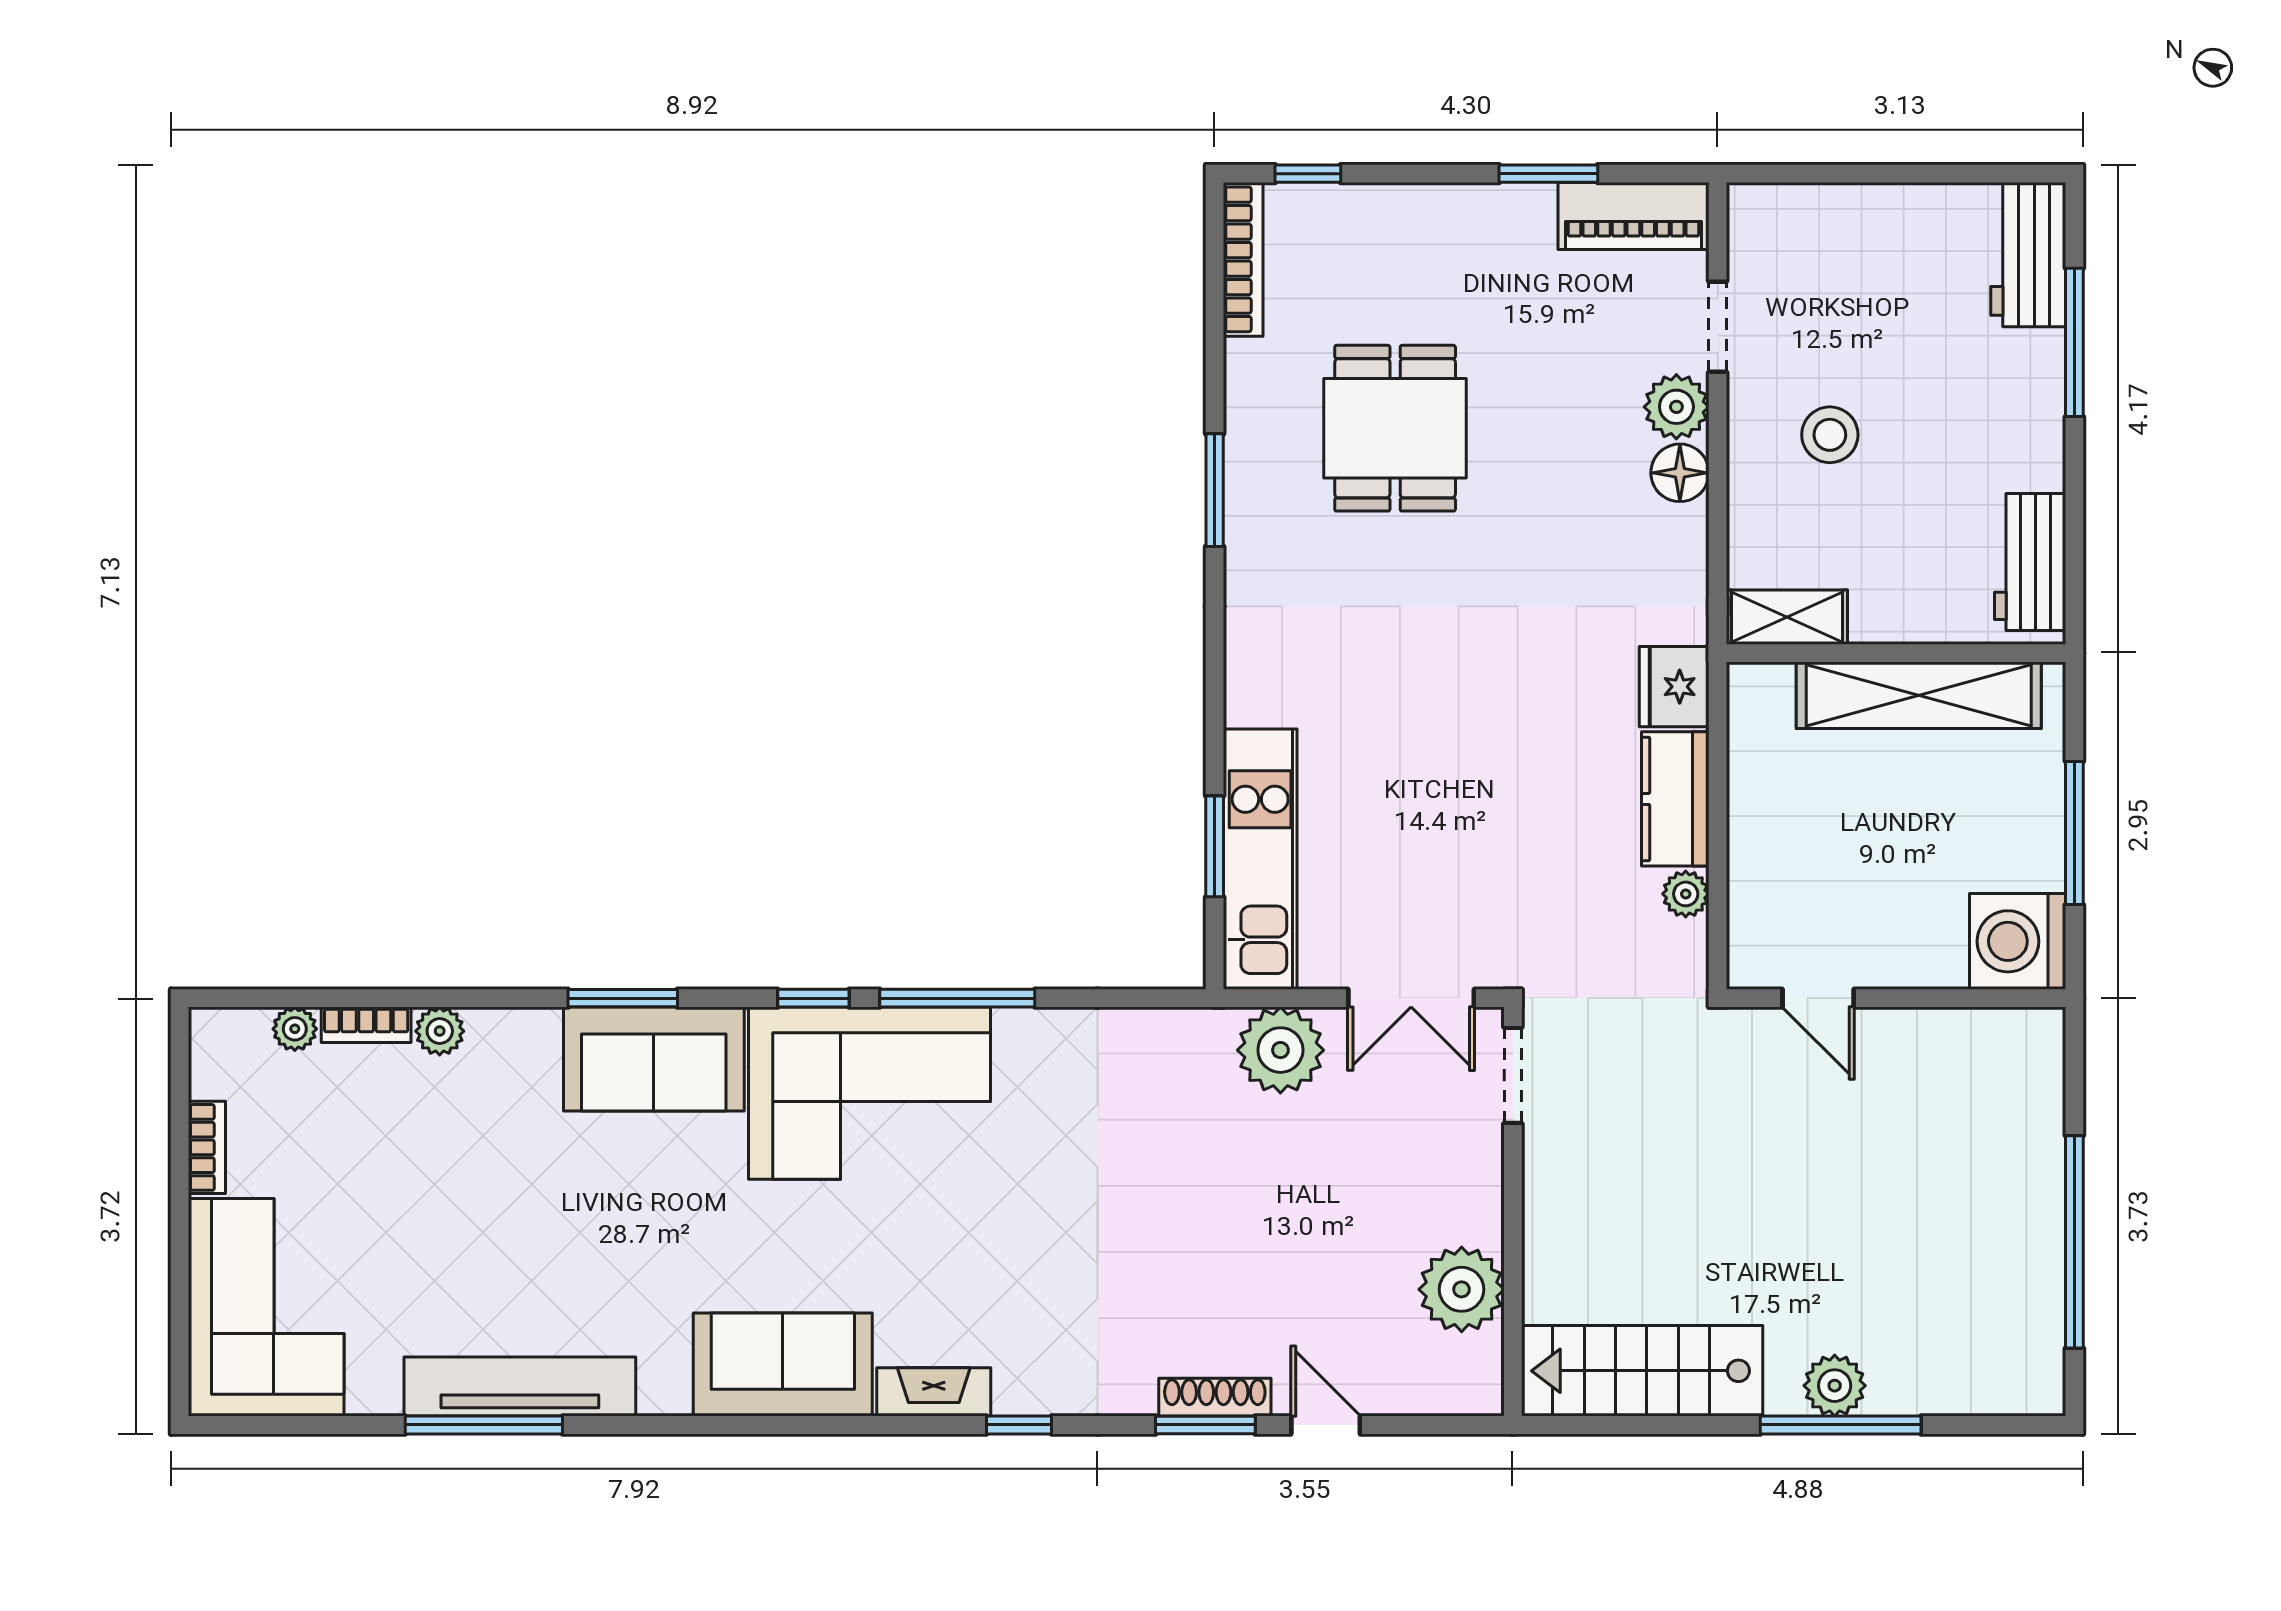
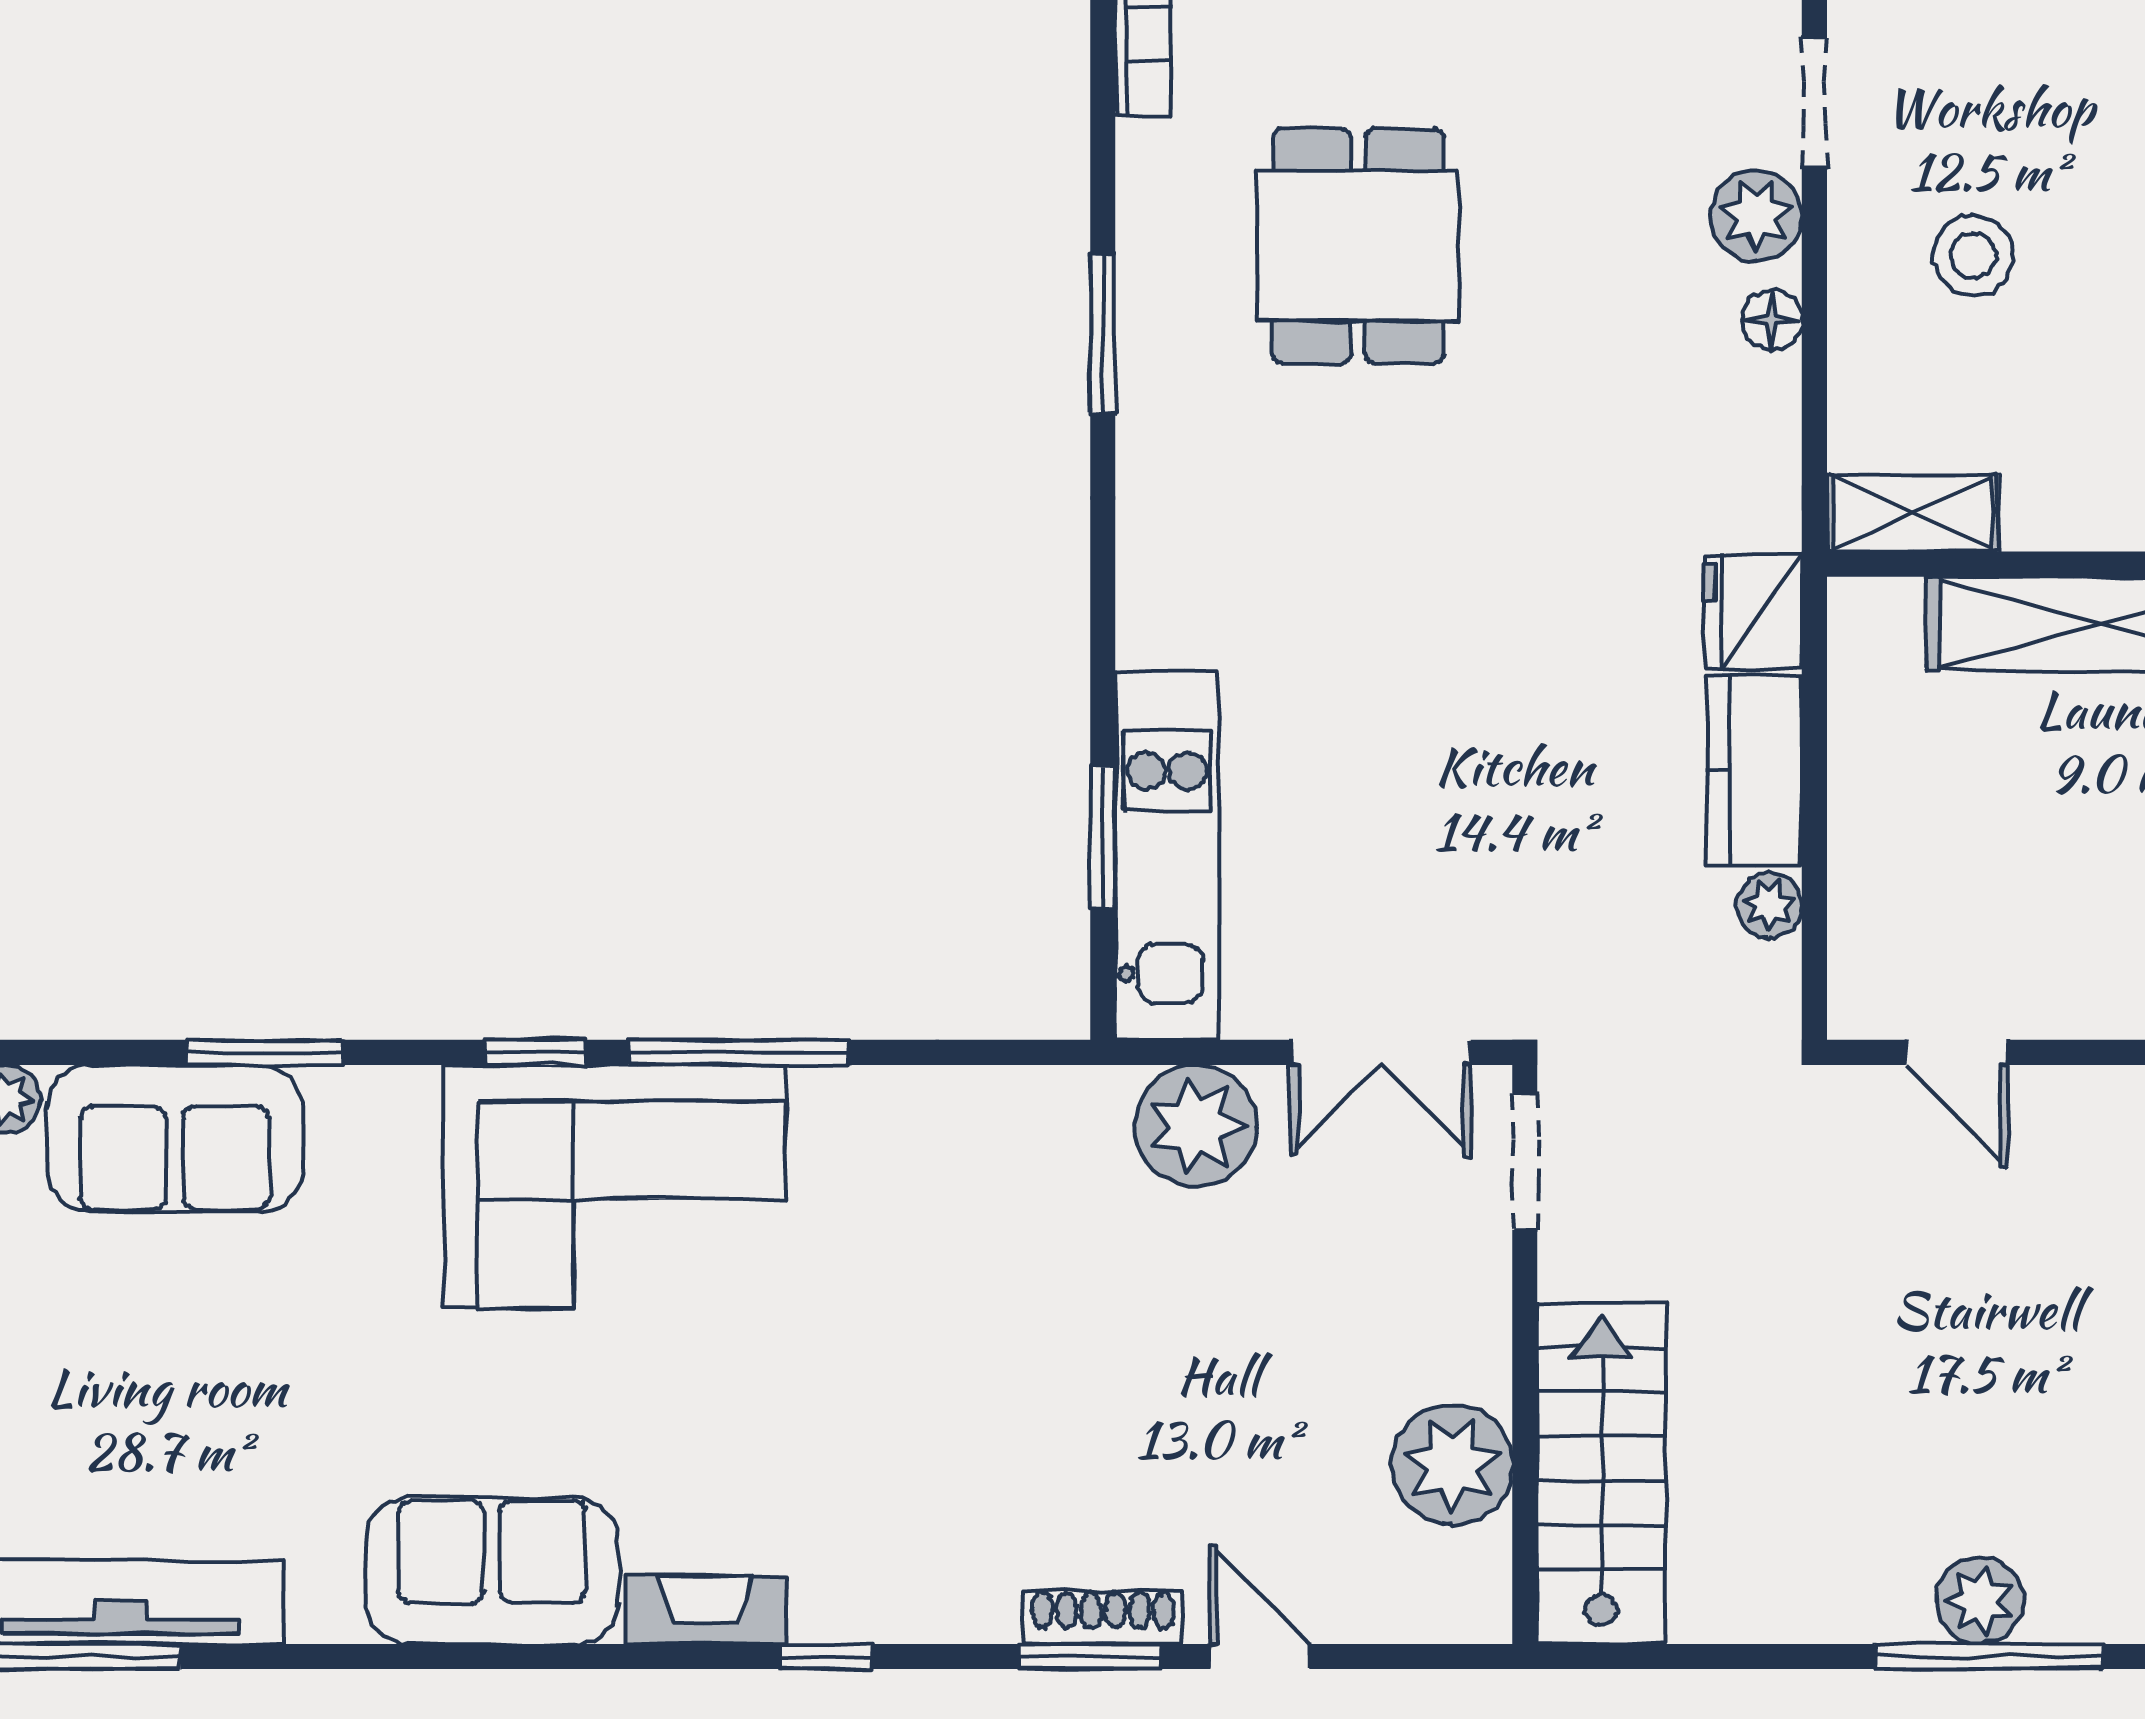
floor lamp: (1680, 473) -> (1772, 320), width x0.73, depth x0.73
sofa: (654, 1059) -> (175, 1139), moved
stairs: (1642, 1371) -> (1601, 1474), moved, turned 90

